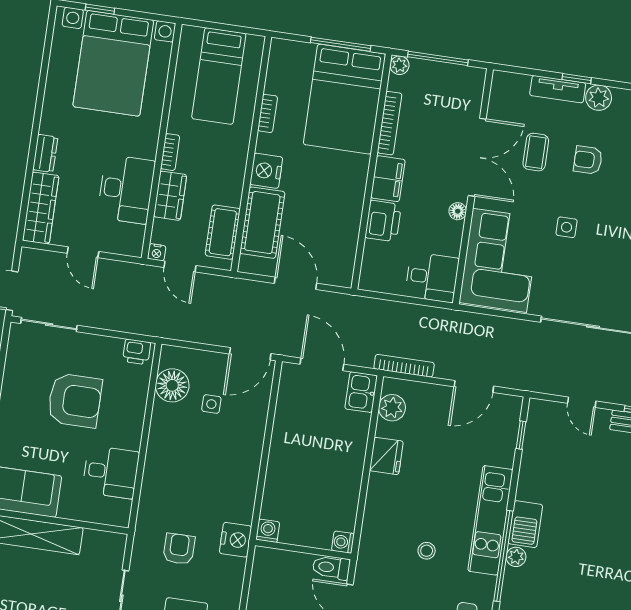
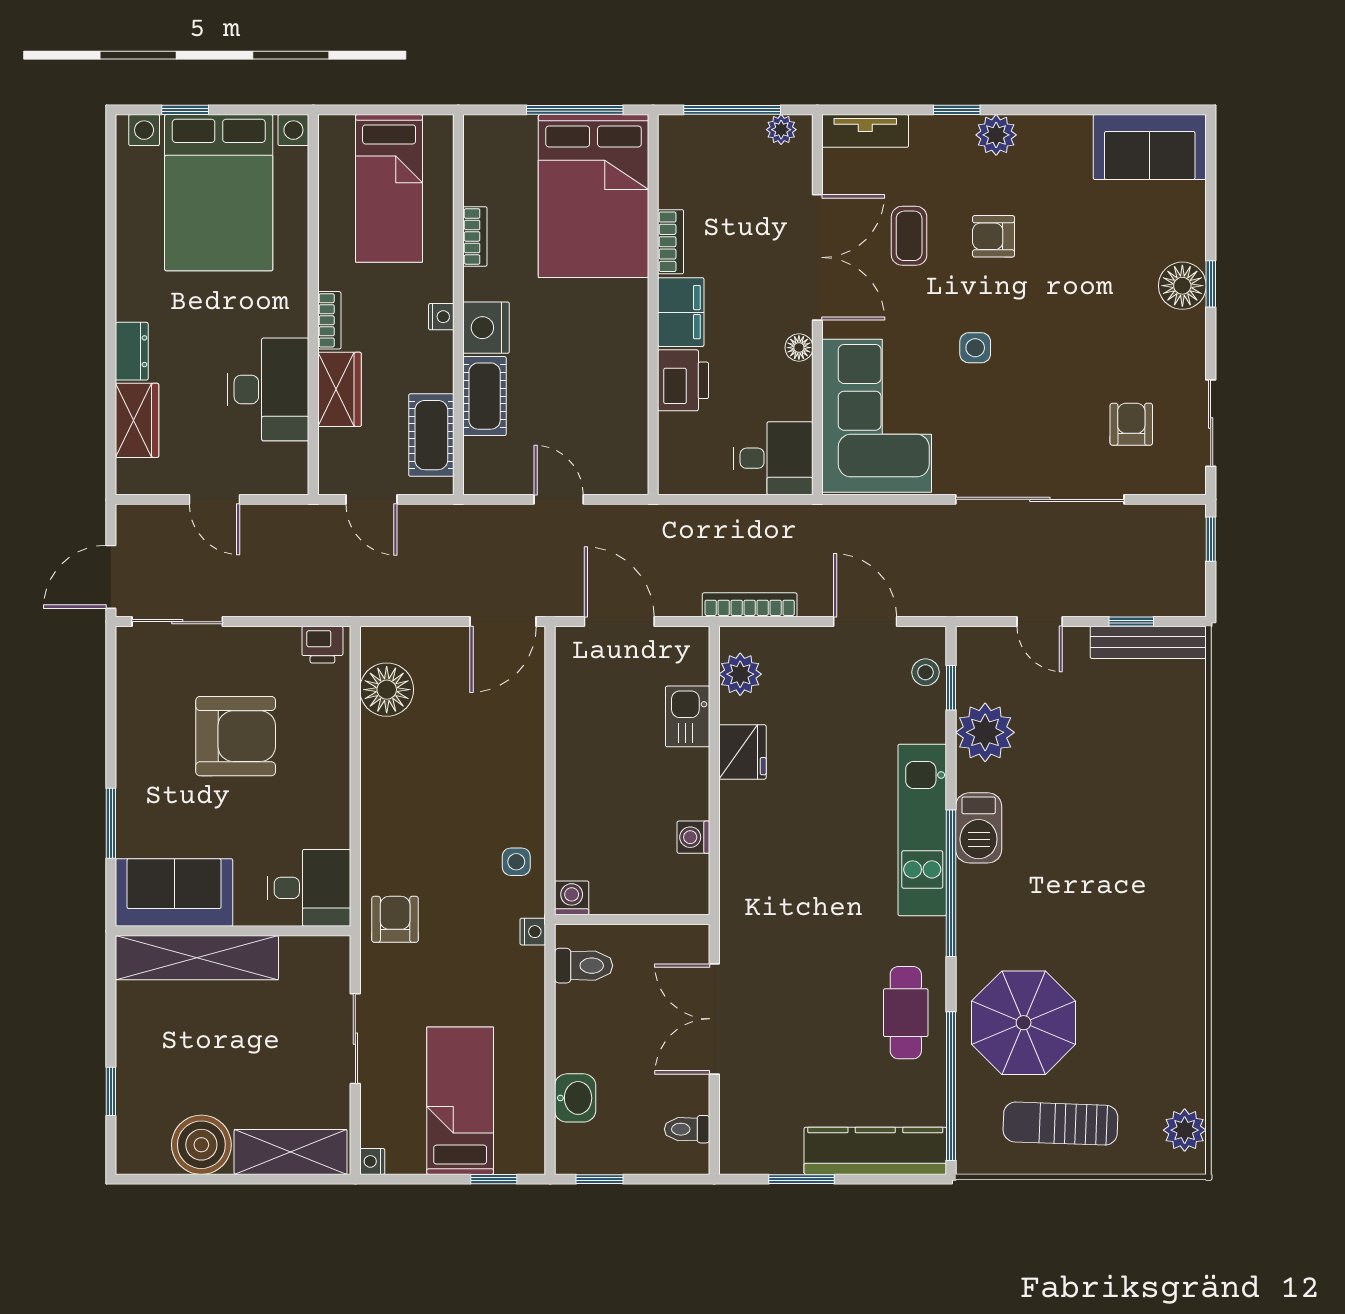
plant: (399, 65) -> (781, 130), moved
tv unit: (558, 89) -> (865, 131), moved
bookcase: (390, 123) -> (671, 242), width x0.64
wardrobe: (41, 208) -> (137, 420), width x0.67
cot: (262, 223) -> (485, 396), width x0.73, depth x0.75
nightstand: (157, 252) -> (441, 317), moved, turned -90
door: (296, 283) -> (559, 499), width x0.73
door: (474, 386) -> (865, 622), swing flipped
kitchen sink: (361, 392) -> (688, 716), moved
side table: (211, 404) -> (516, 862), moved
desk: (111, 472) -> (309, 888), moved
nightstand: (236, 540) -> (533, 932), width x0.53, depth x0.56
washing machine: (343, 542) -> (693, 837), moved
armchair: (179, 549) -> (395, 919), moved
stool: (427, 551) -> (926, 672), moved
plant: (516, 557) -> (985, 732), moved, width x1.87, depth x1.87
toilet: (331, 568) -> (584, 966), moved, turned 180

